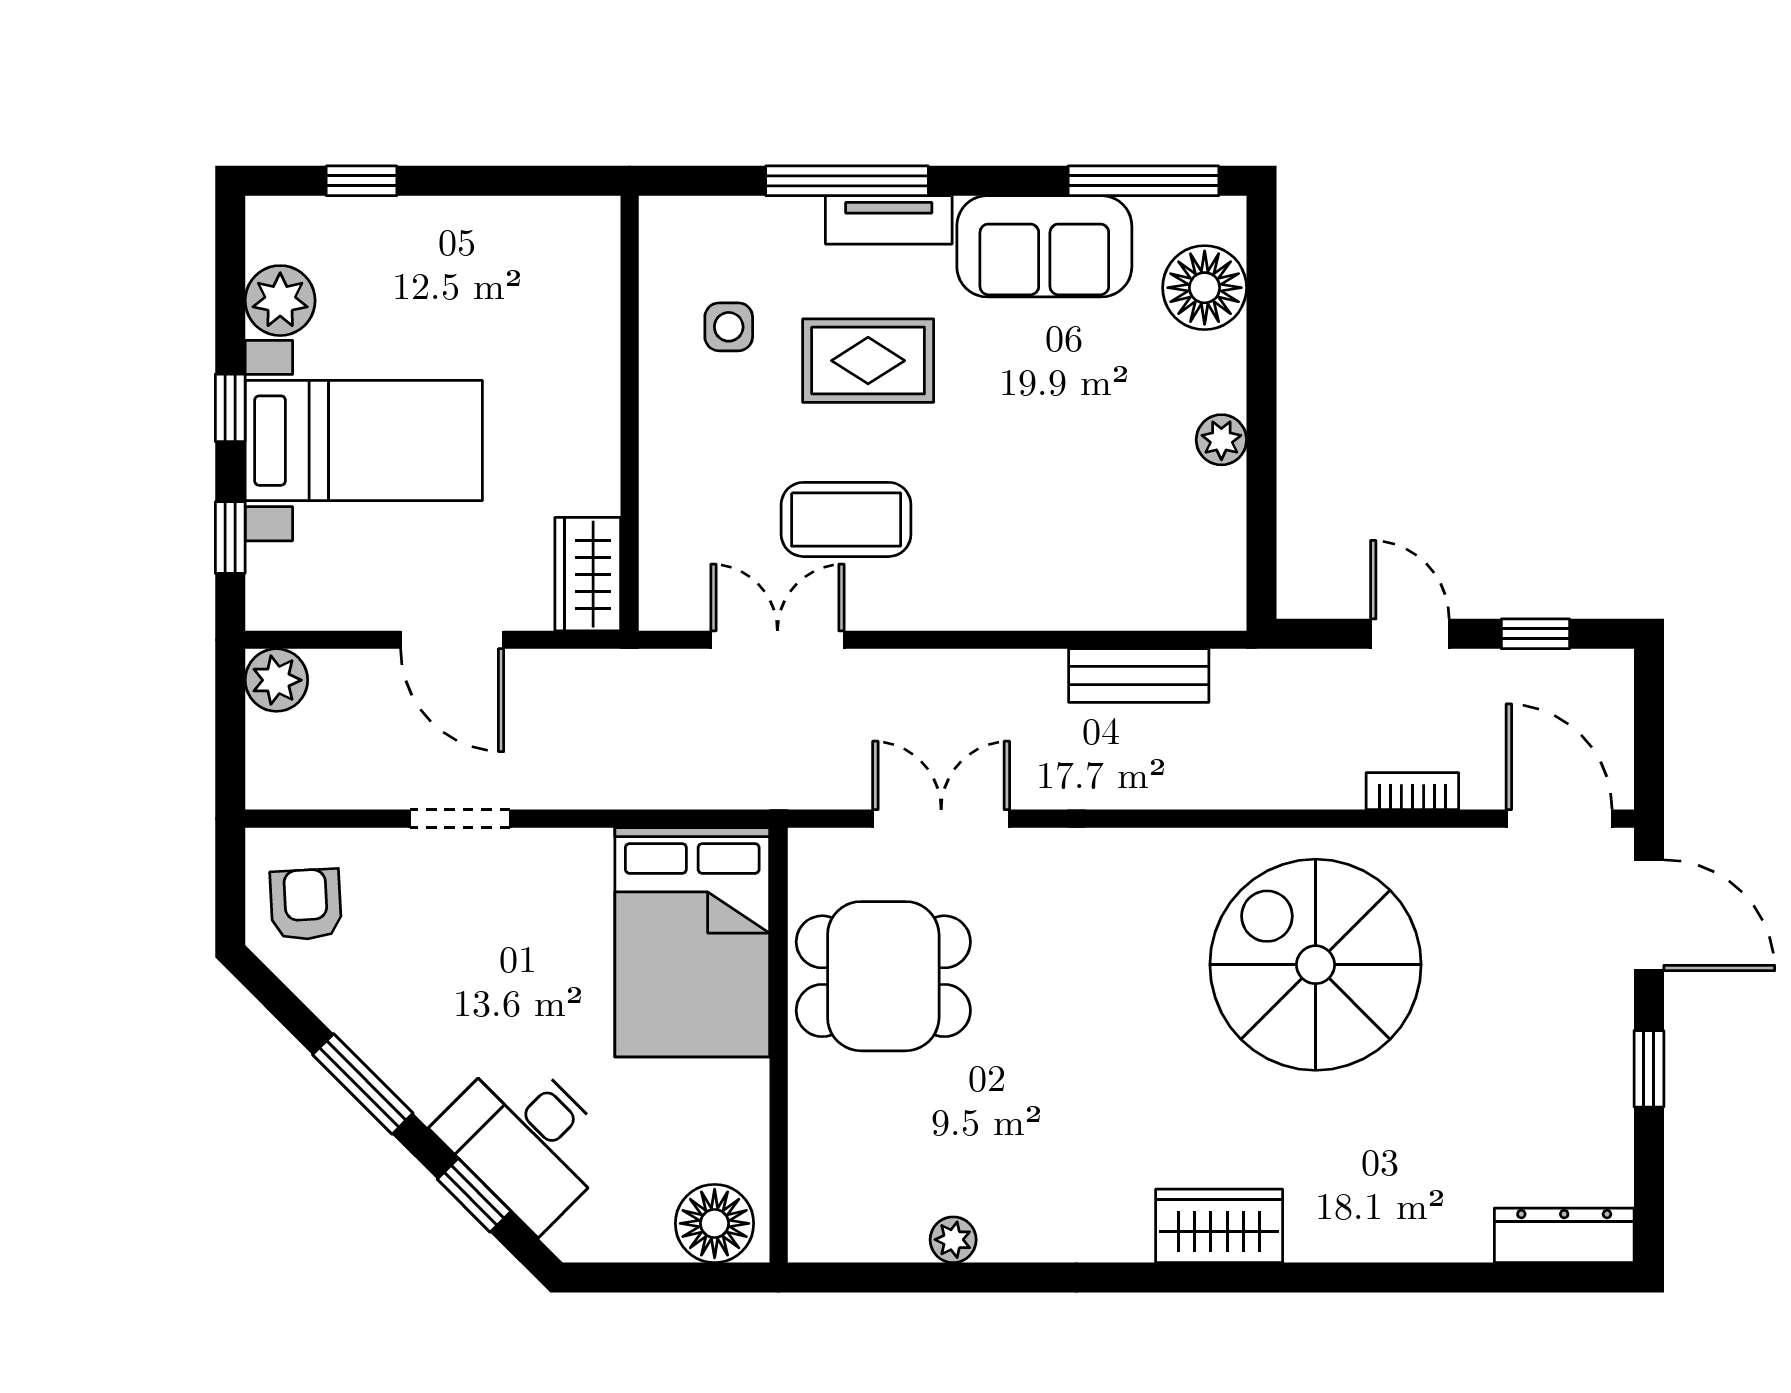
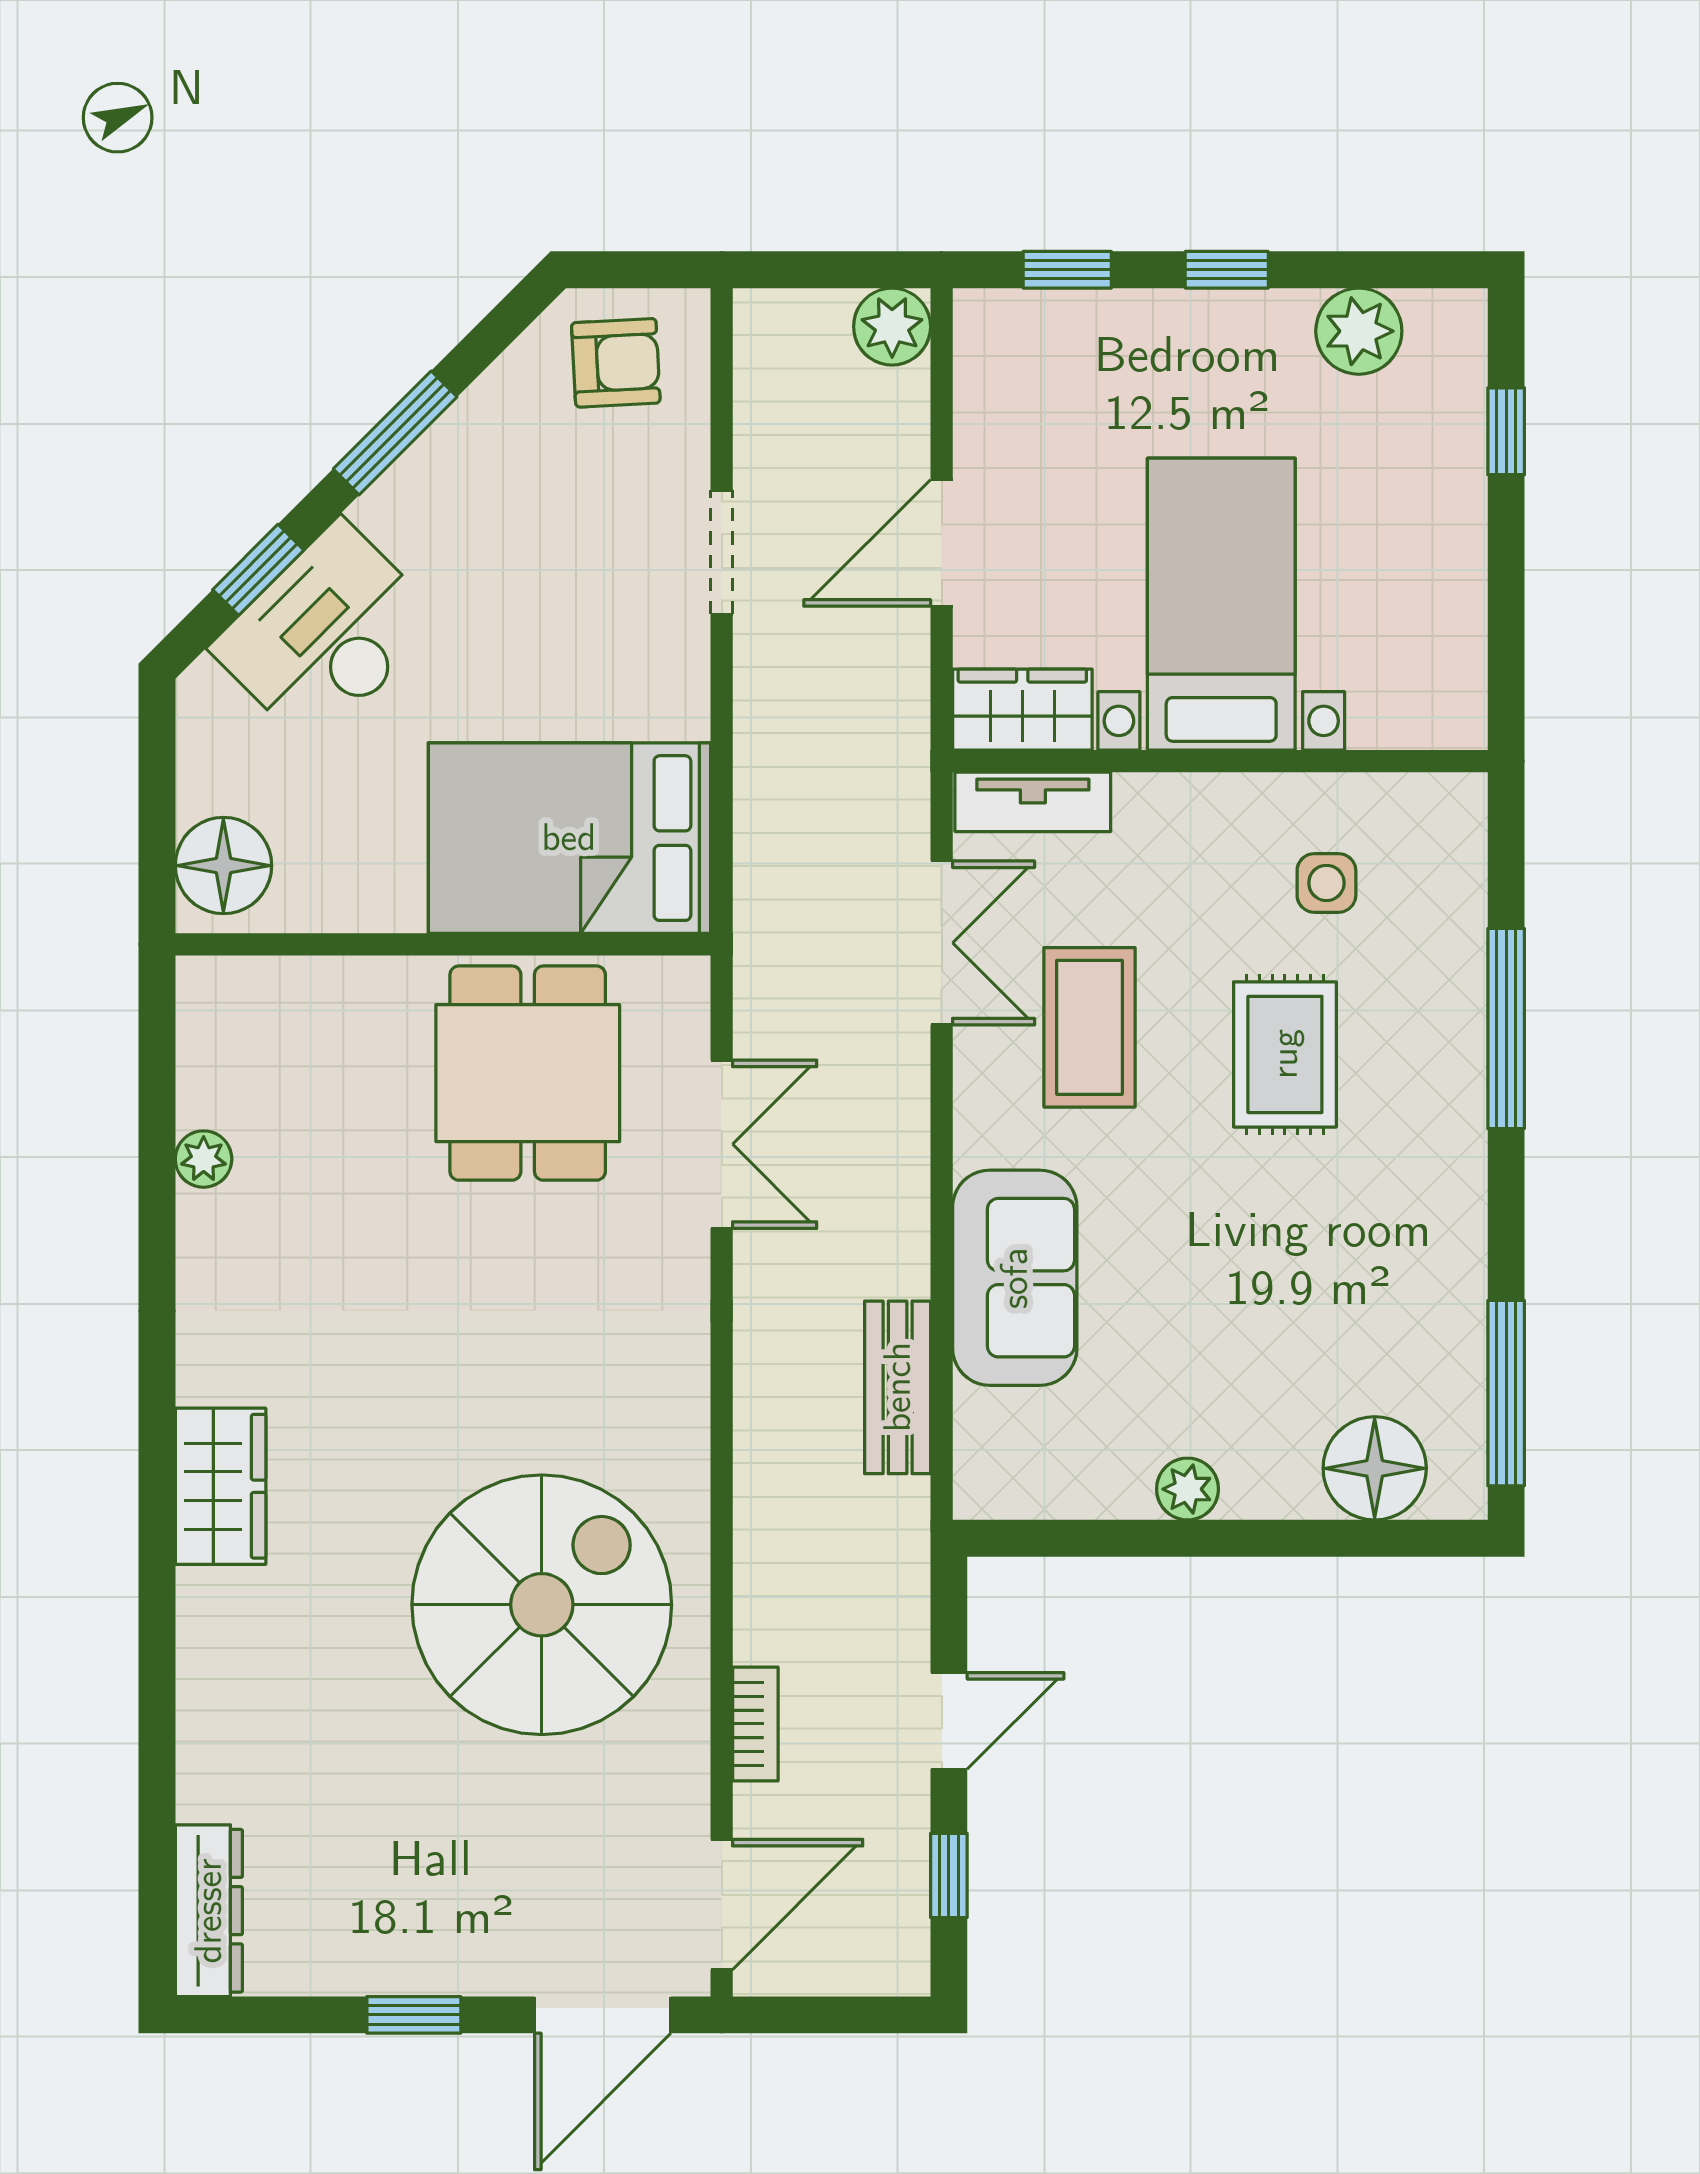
tv unit: (889, 220) -> (1033, 802), moved, turned -90
sofa: (1044, 246) -> (1015, 1278), moved, turned 180
bed with nightstands: (364, 441) -> (1221, 604), moved, turned 180

